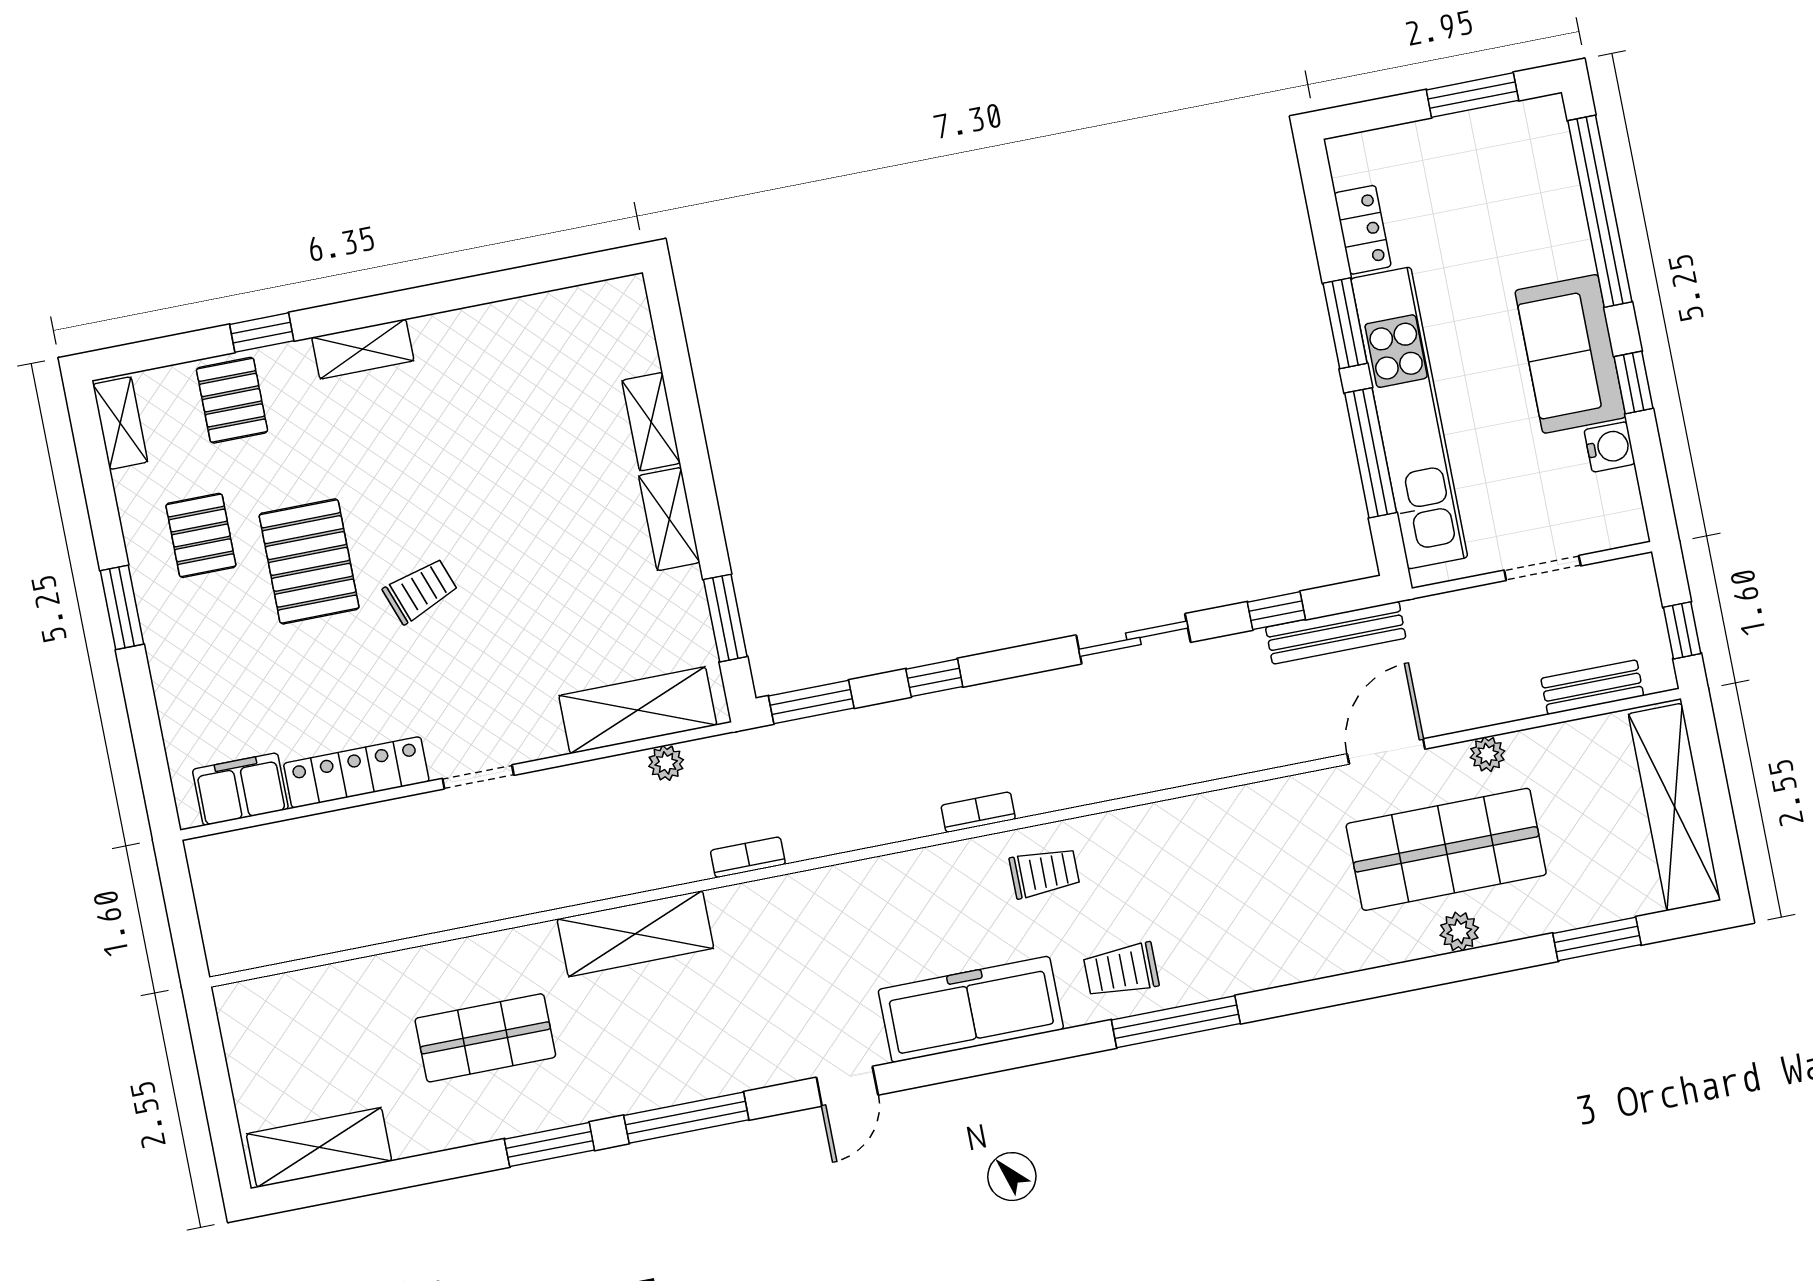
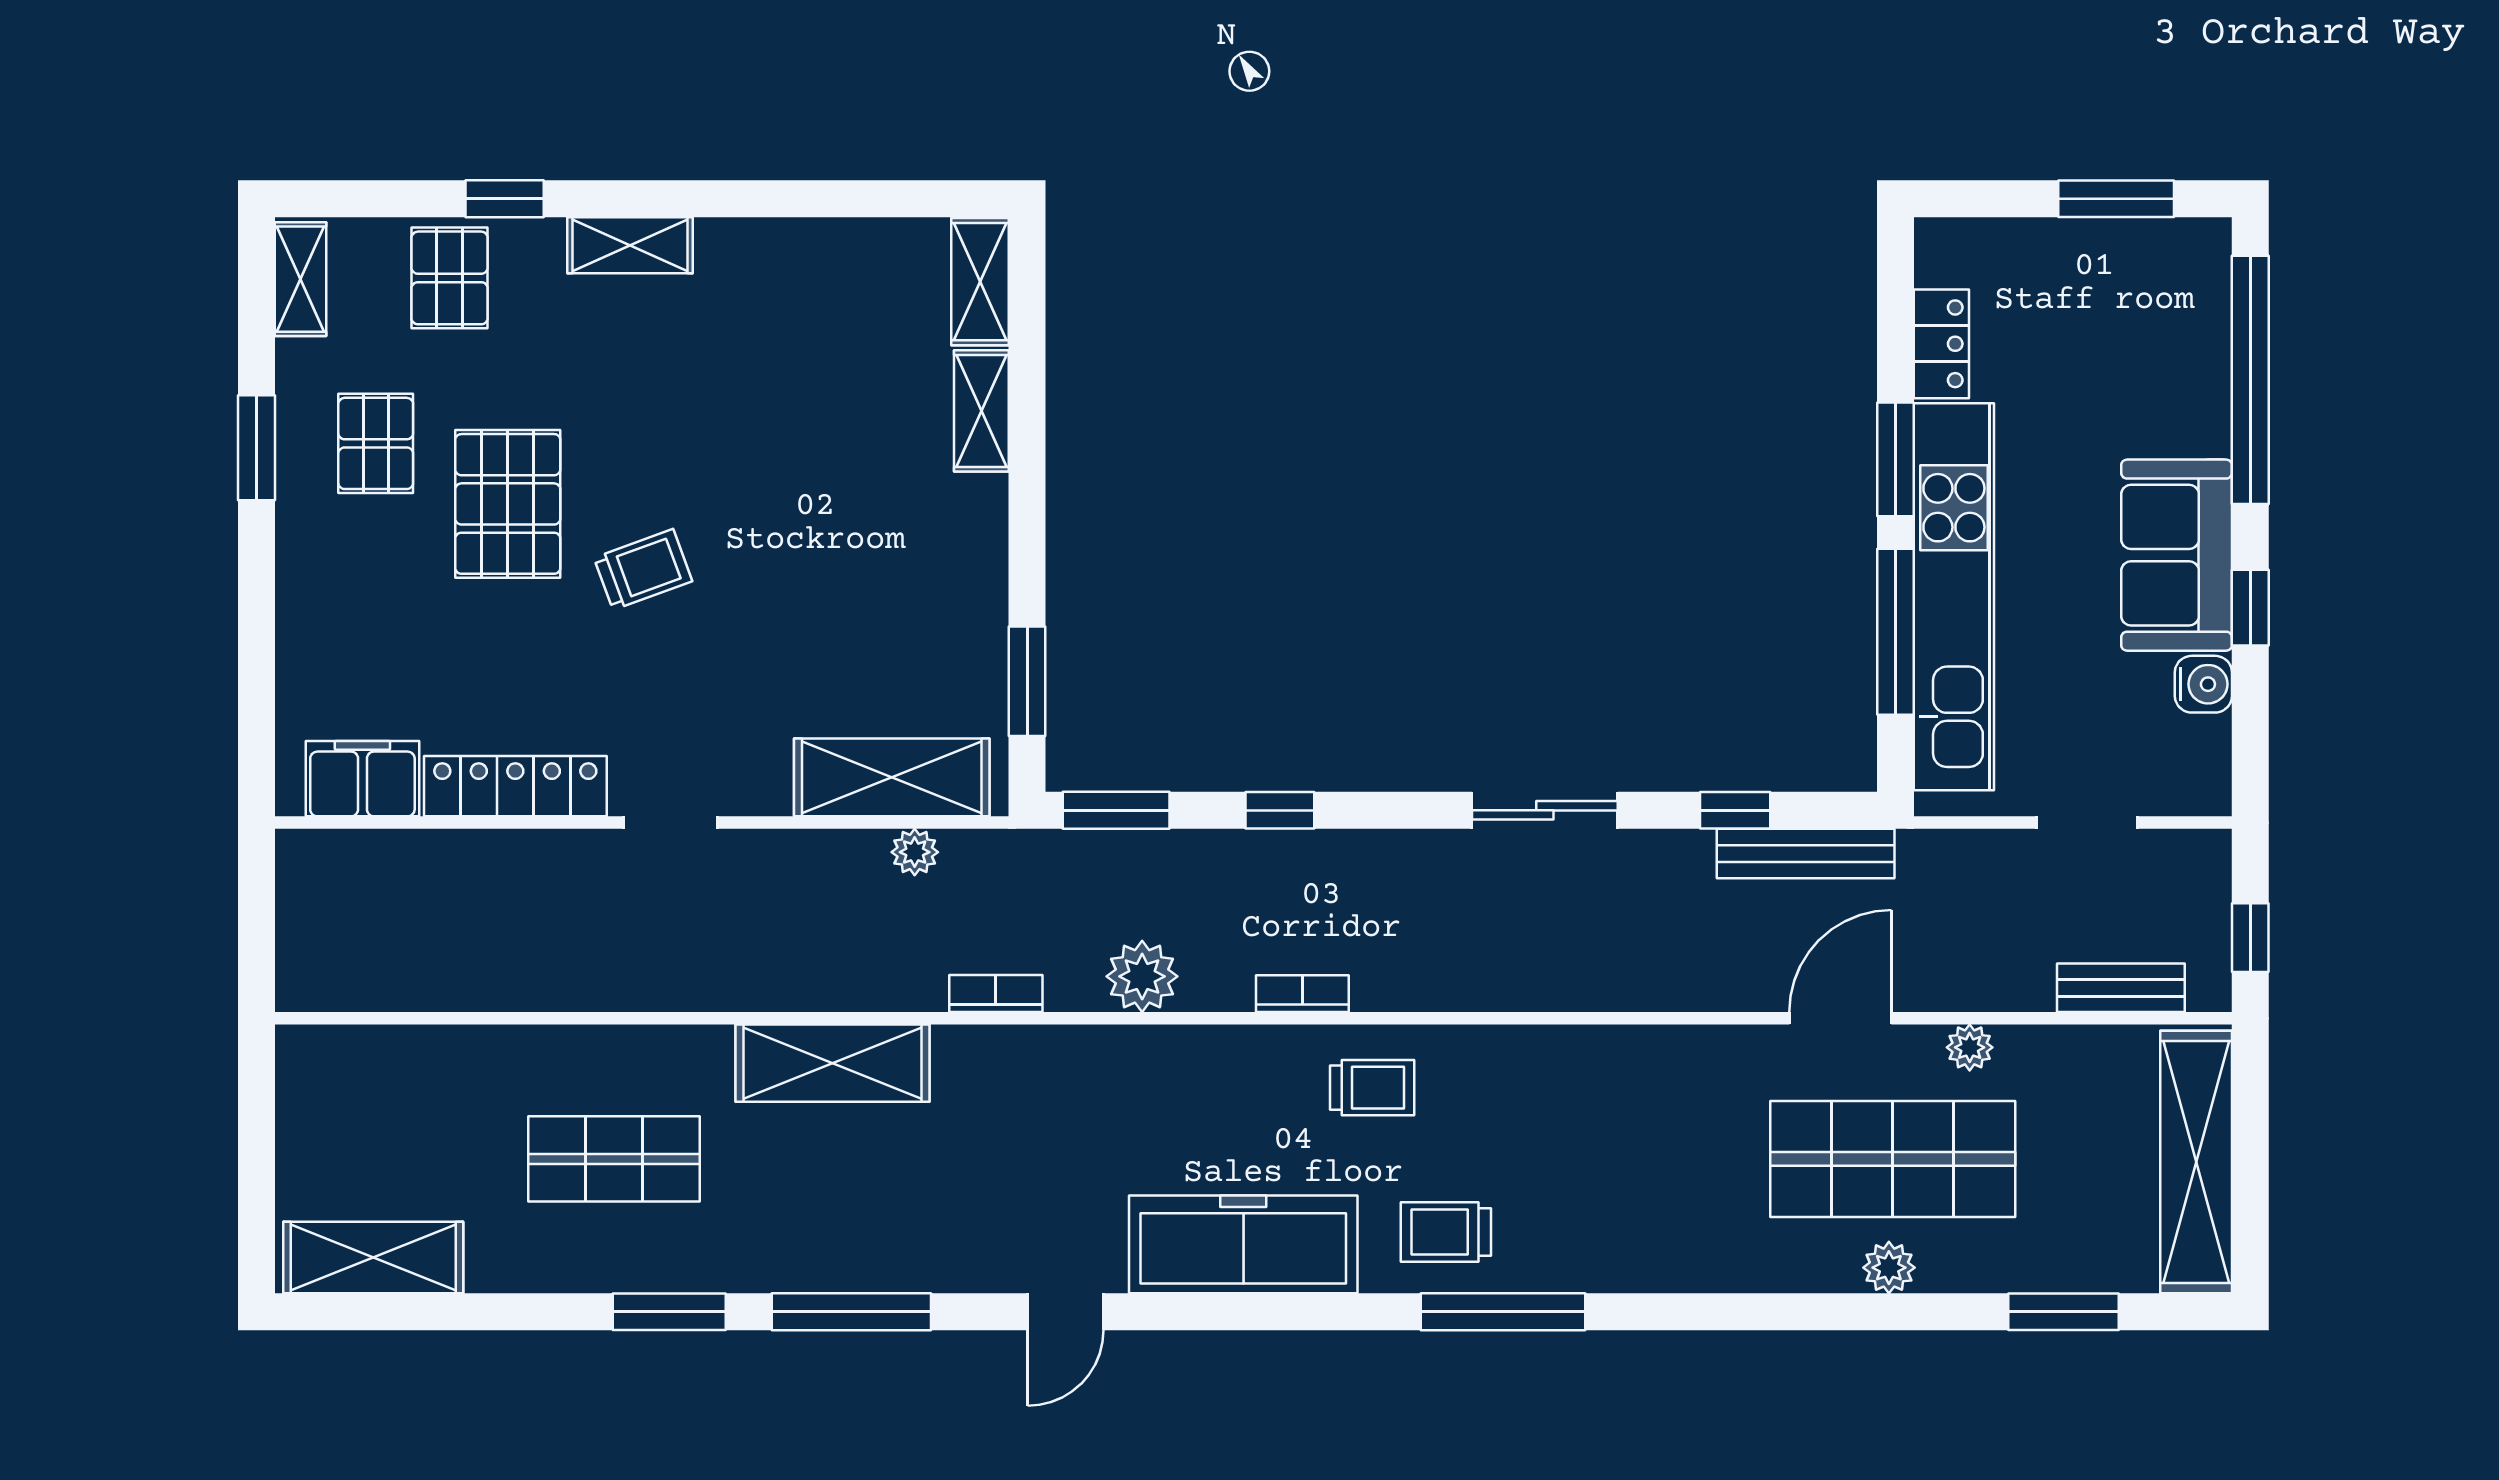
shelving: (669, 519) -> (980, 282), moved
window: (122, 607) -> (256, 448), moved
plant: (855, 823) -> (1142, 976), added

